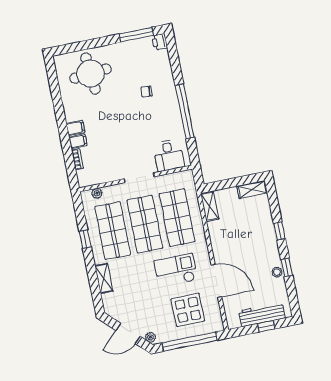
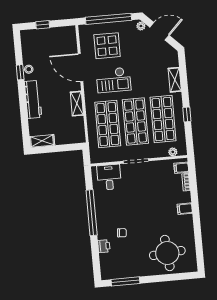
printer: (160, 42) -> (104, 246), moved
filing cabinet: (78, 141) -> (181, 168), moved
shelving: (210, 206) -> (77, 104), moved
window: (279, 231) -> (23, 104), removed
workbench: (262, 314) -> (33, 99), moved, turned -90

